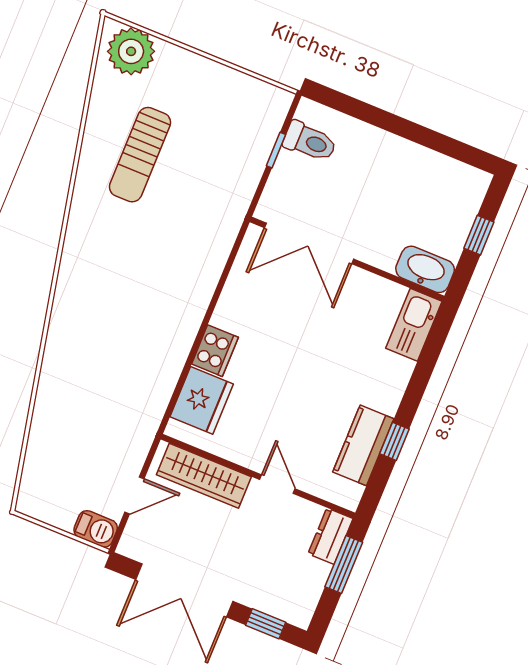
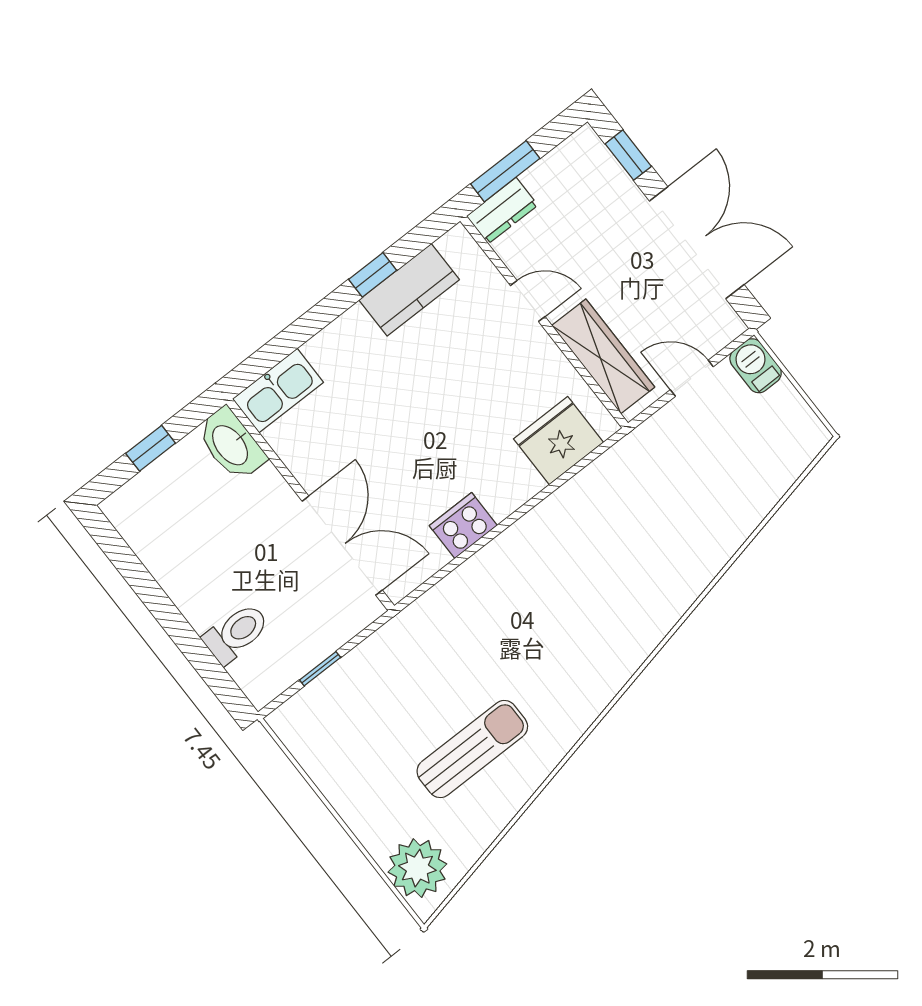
toilet: (310, 142) -> (236, 633), moved, turned 90
cooker: (215, 351) -> (463, 526), moved
door: (277, 484) -> (528, 301), swing flipped

